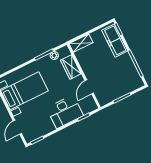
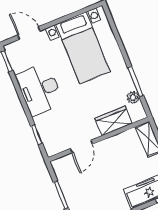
door: (89, 87) -> (81, 146), swing flipped
desk: (65, 112) -> (40, 89), moved

